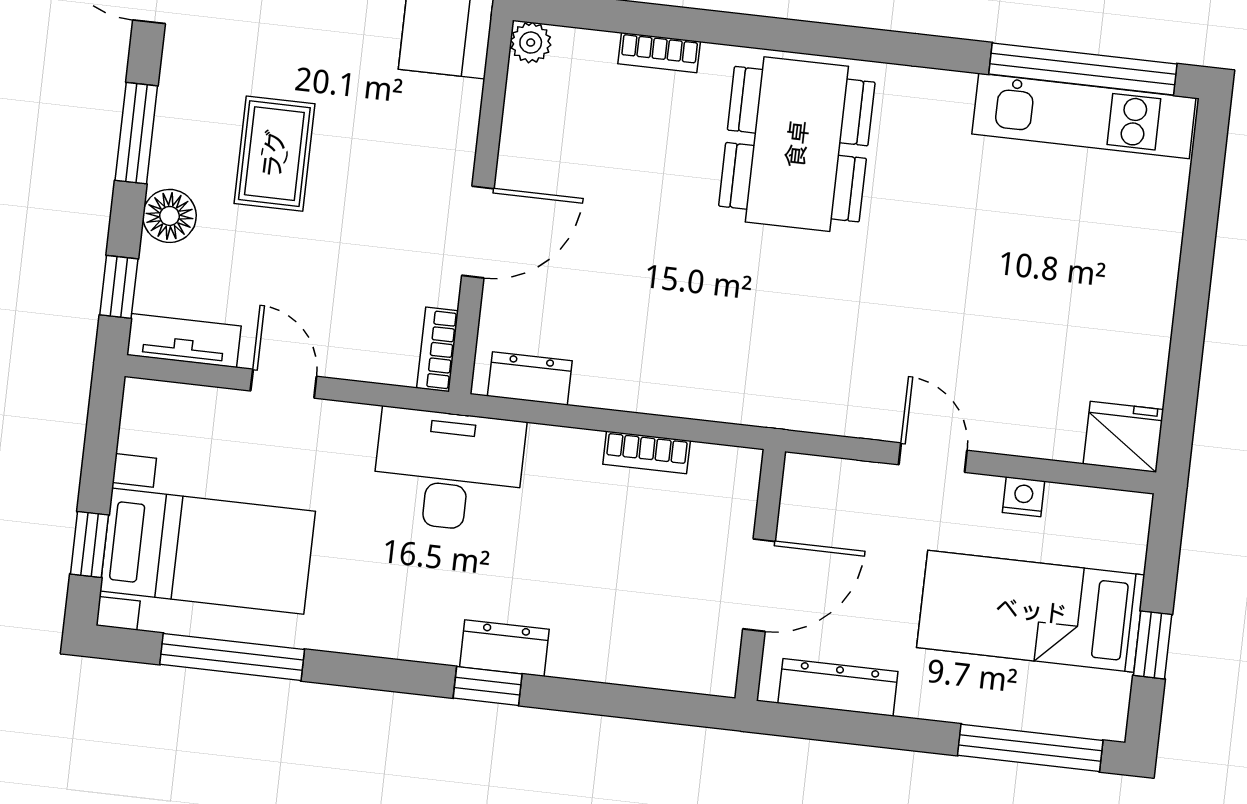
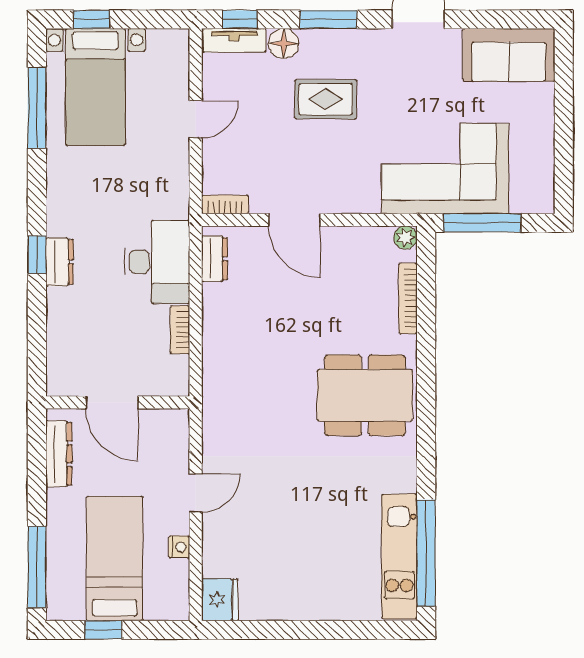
bookcase: (659, 53) -> (408, 298), width x1.56
tv unit: (184, 341) -> (234, 40), moved, turned 90
desk: (448, 470) -> (157, 262), moved

